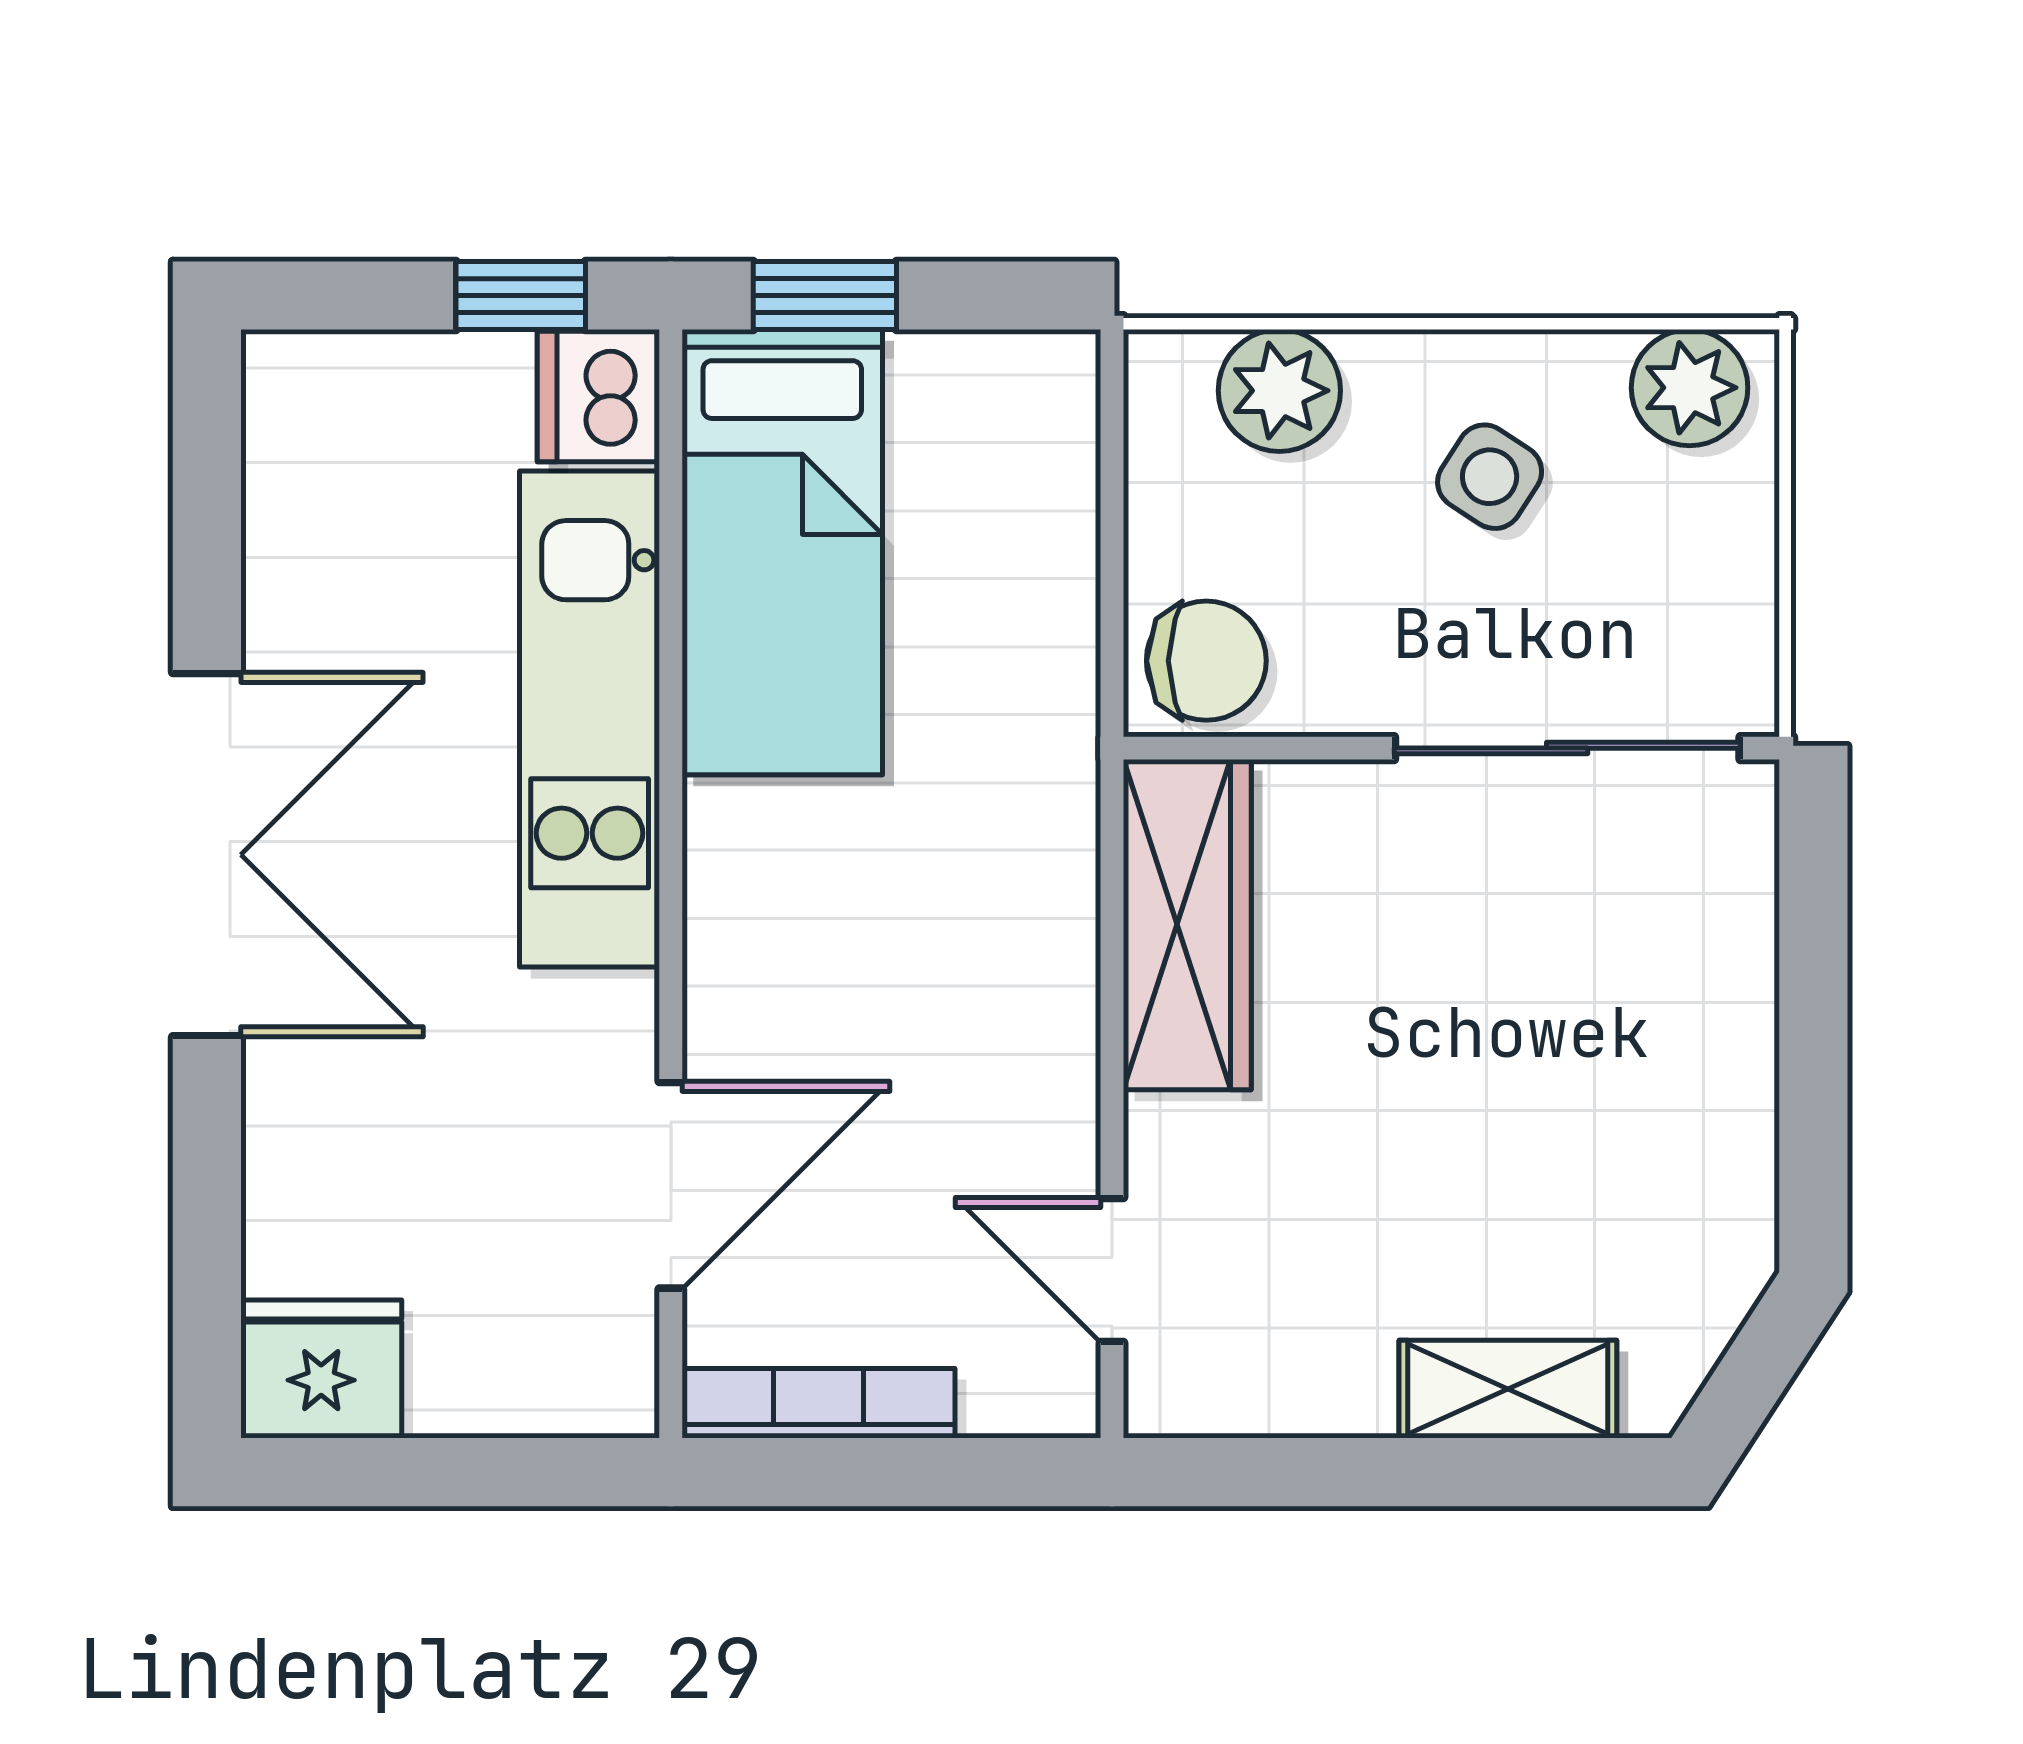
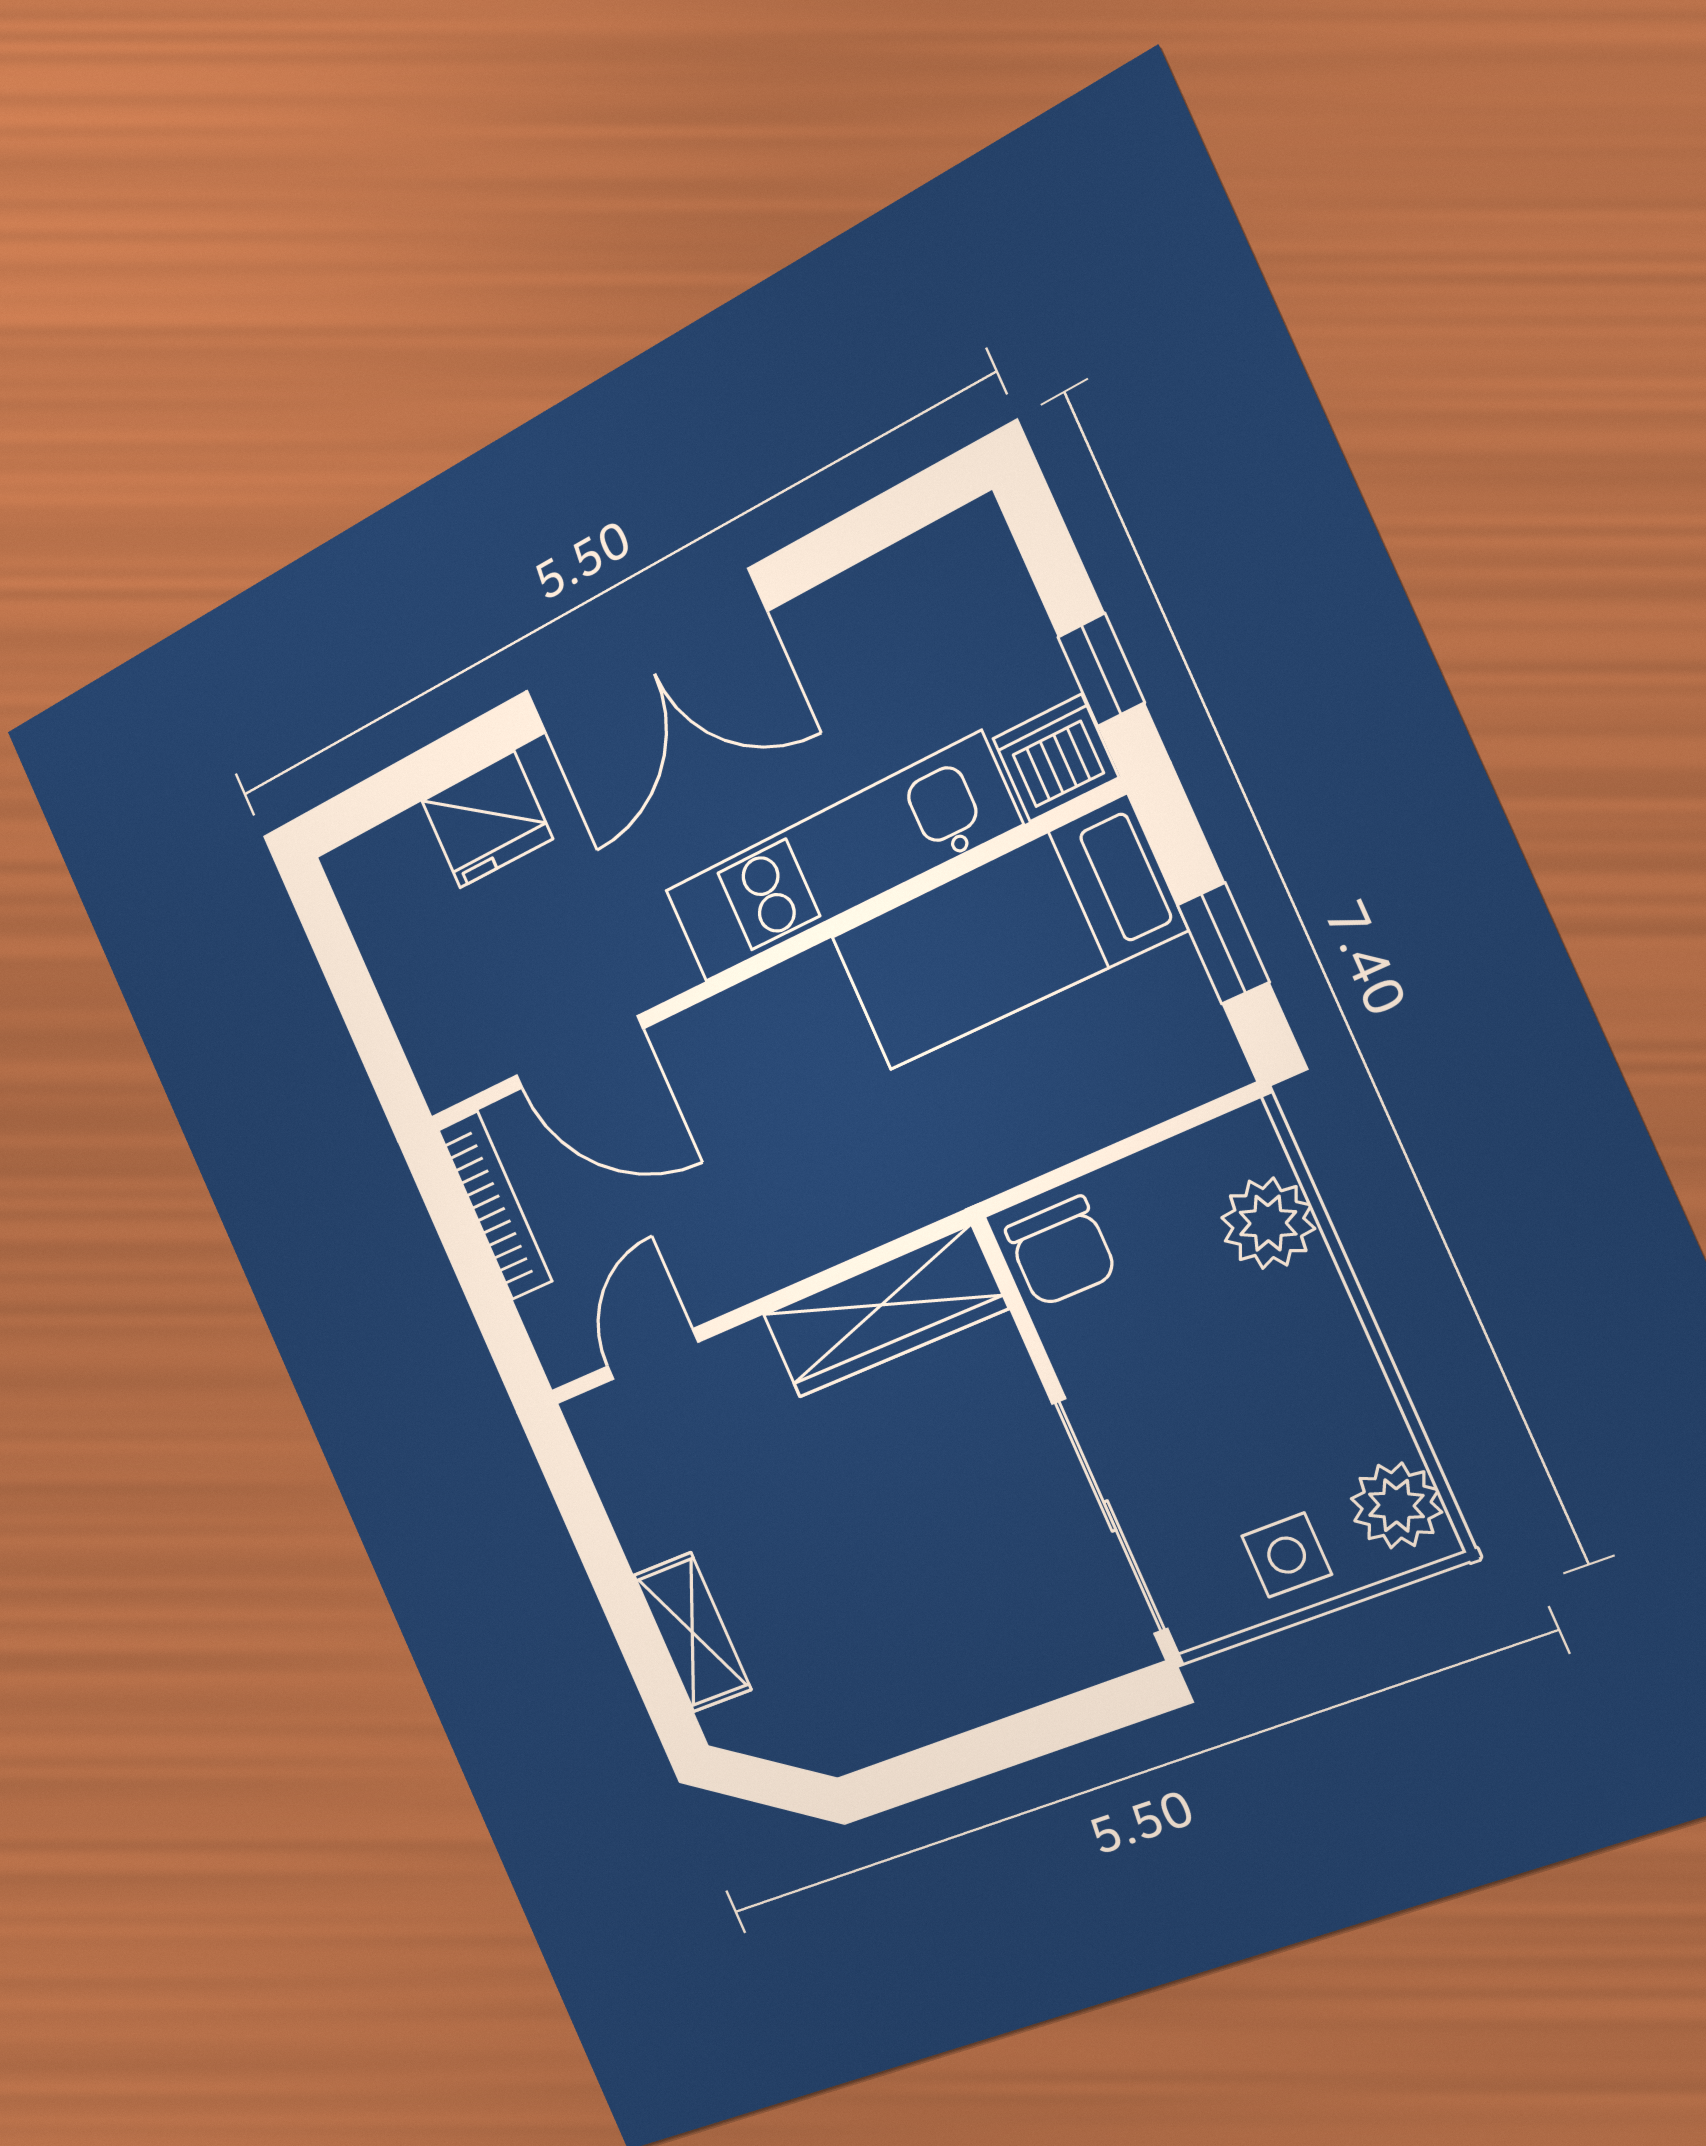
window: (825, 296) -> (1223, 943), moved
side table: (1490, 477) -> (1287, 1555), moved, turned -33
fridge: (321, 1369) -> (487, 820), moved, turned 90

